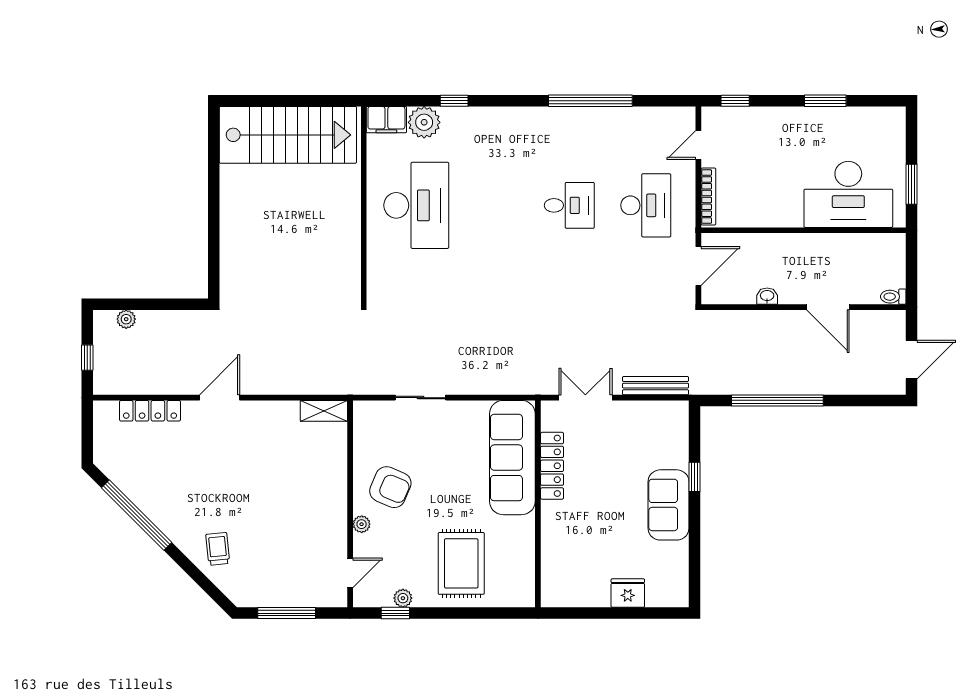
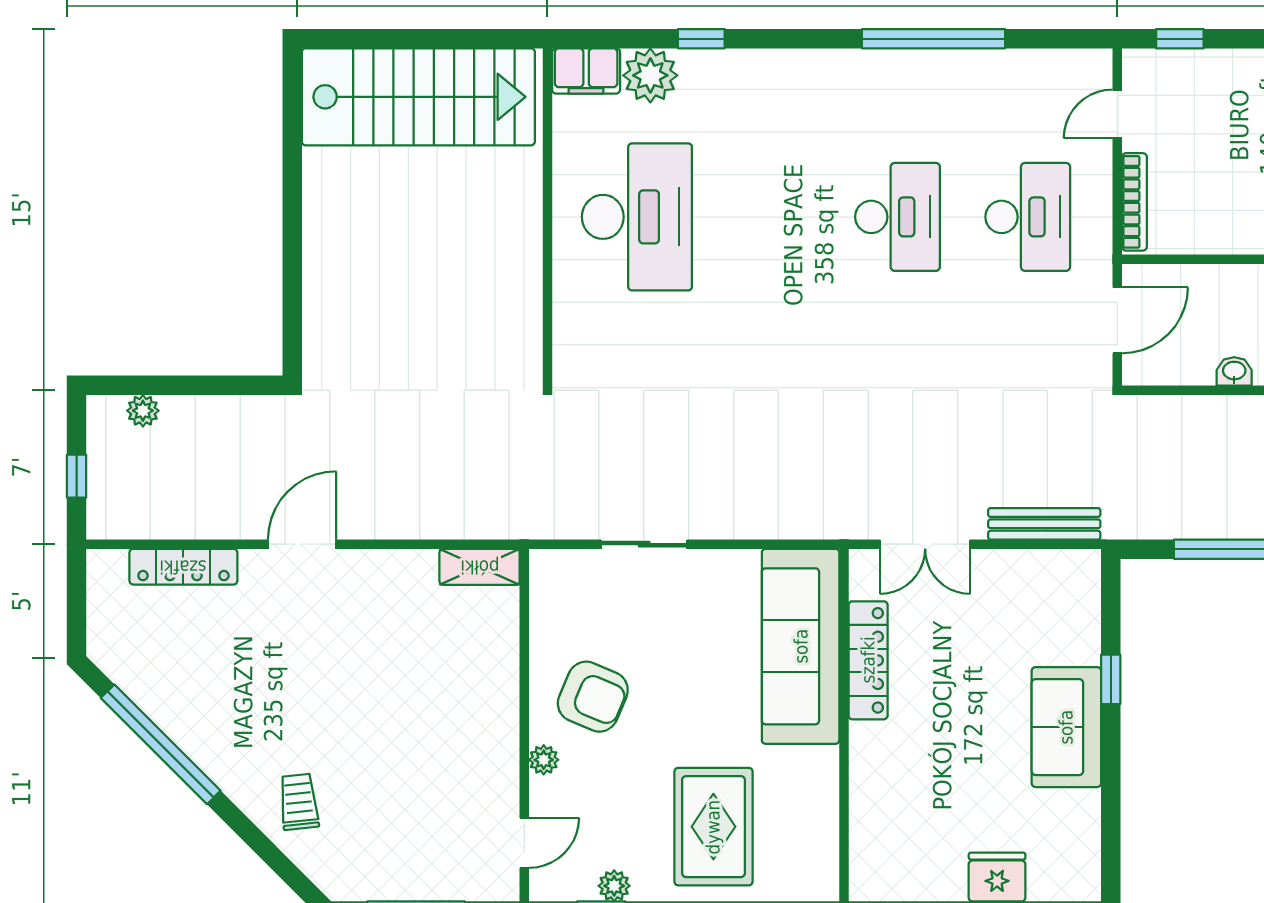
desk: (569, 205) -> (897, 217), width x1.37
double door: (585, 398) -> (925, 544), swing flipped

